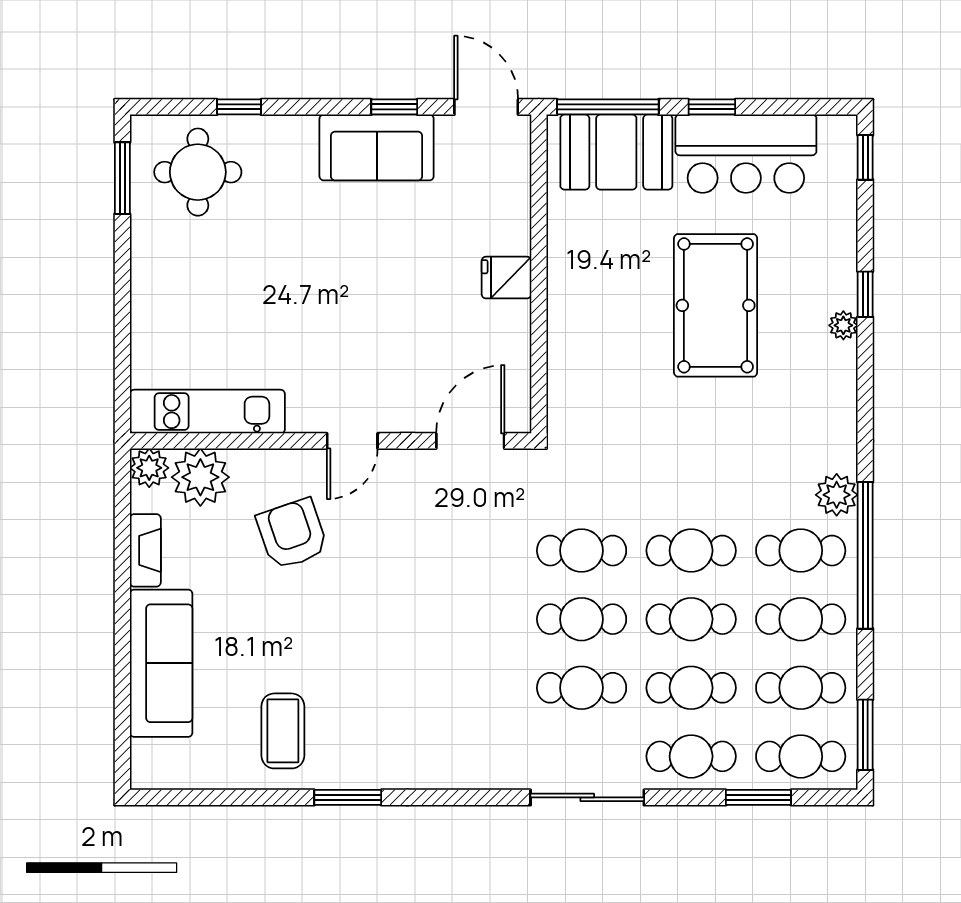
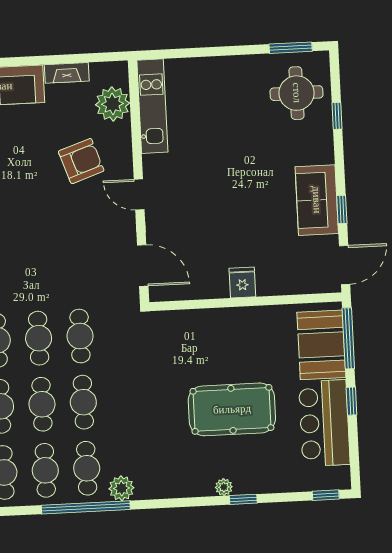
plant: (149, 468) -> (117, 73), removed

